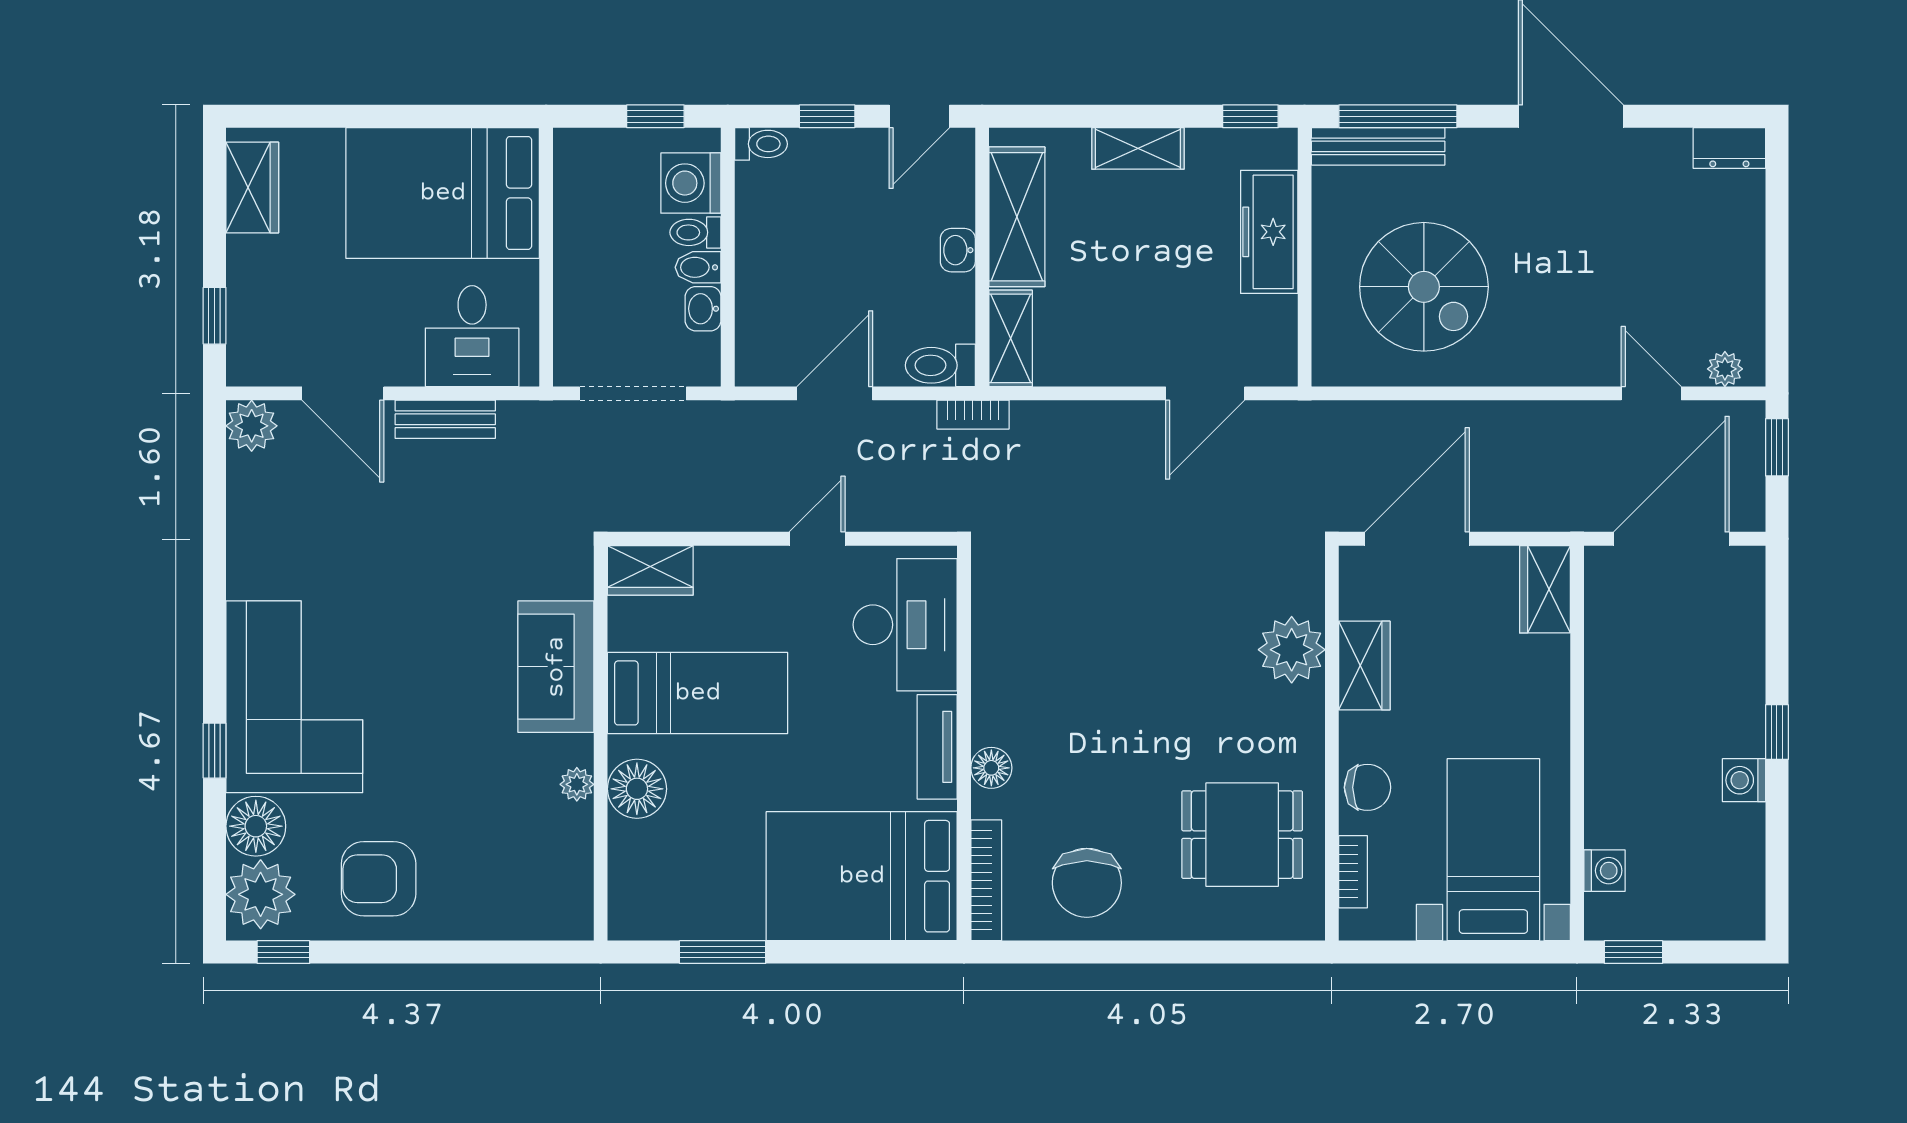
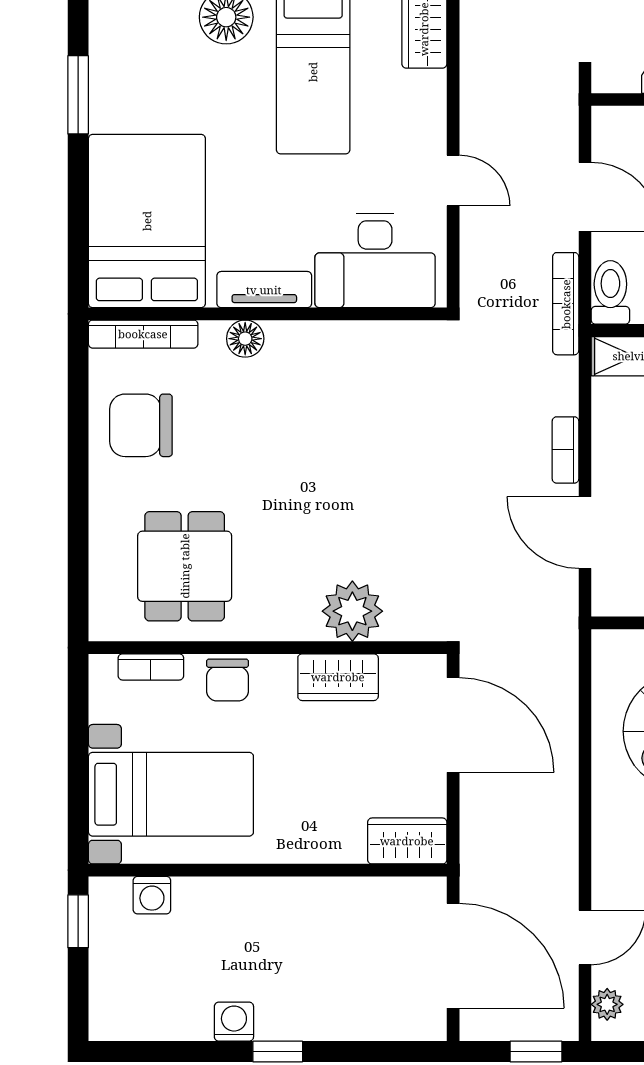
bookcase: (973, 415) -> (566, 304), width x1.56
bookcase: (1114, 415) -> (565, 450), added

